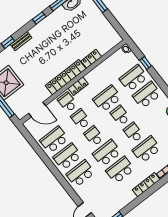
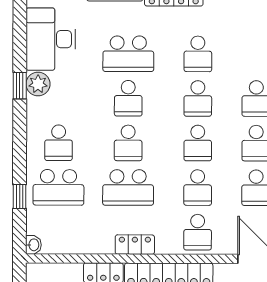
locker: (78, 86) -> (135, 245), moved
school desk: (147, 95) -> (59, 143), width x0.54
school desk: (107, 153) -> (198, 98), width x0.54
school desk: (120, 170) -> (198, 54), width x0.54

